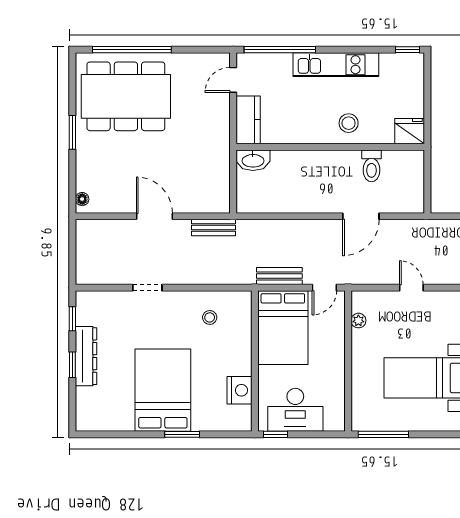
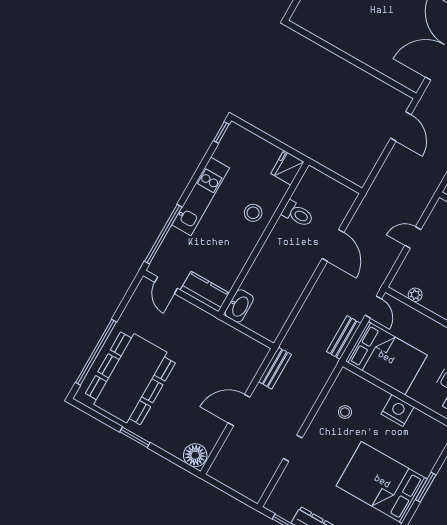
floor lamp: (82, 199) -> (195, 455), width x1.89, depth x1.89
nightstand: (239, 390) -> (398, 411), moved

